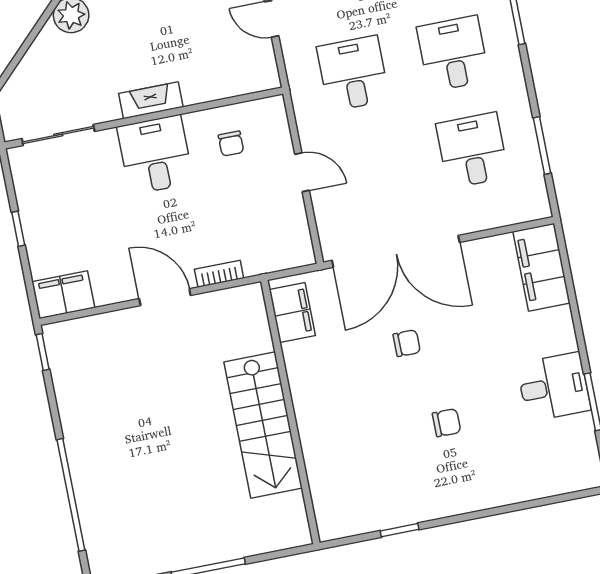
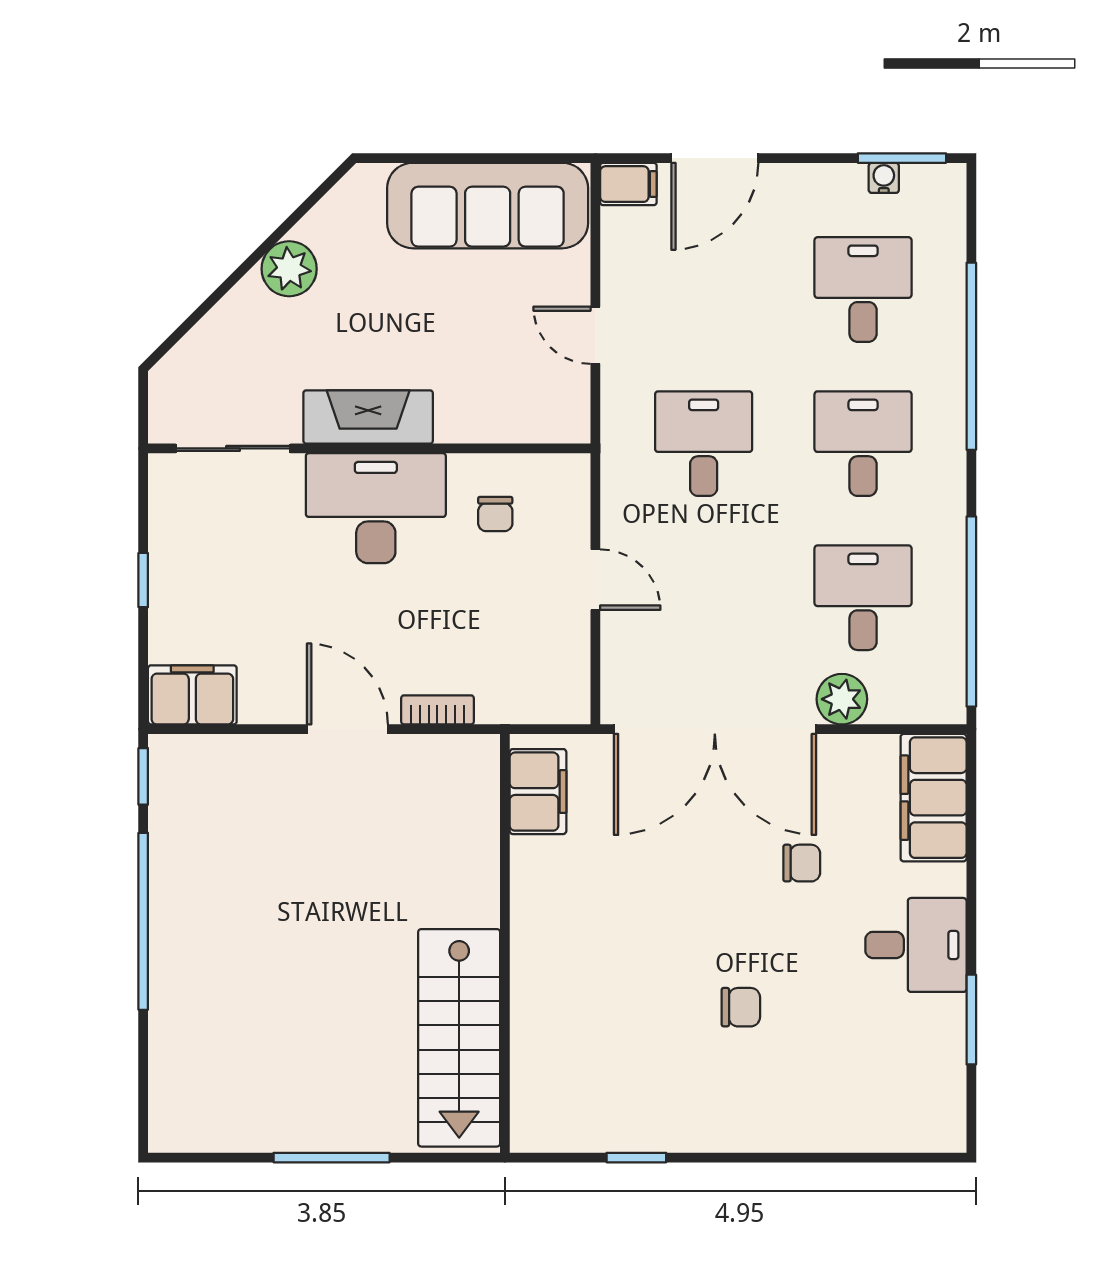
fireplace: (151, 100) -> (368, 417), width x1.37, depth x1.32
window: (542, 146) -> (971, 611), width x2.11
desk: (155, 155) -> (376, 508), width x1.37
plant: (472, 217) -> (842, 699), added
chair: (407, 343) -> (802, 863), moved
desk: (554, 387) -> (916, 945), moved
stairs: (263, 425) -> (459, 1038), moved
window: (71, 495) -> (143, 921), moved

